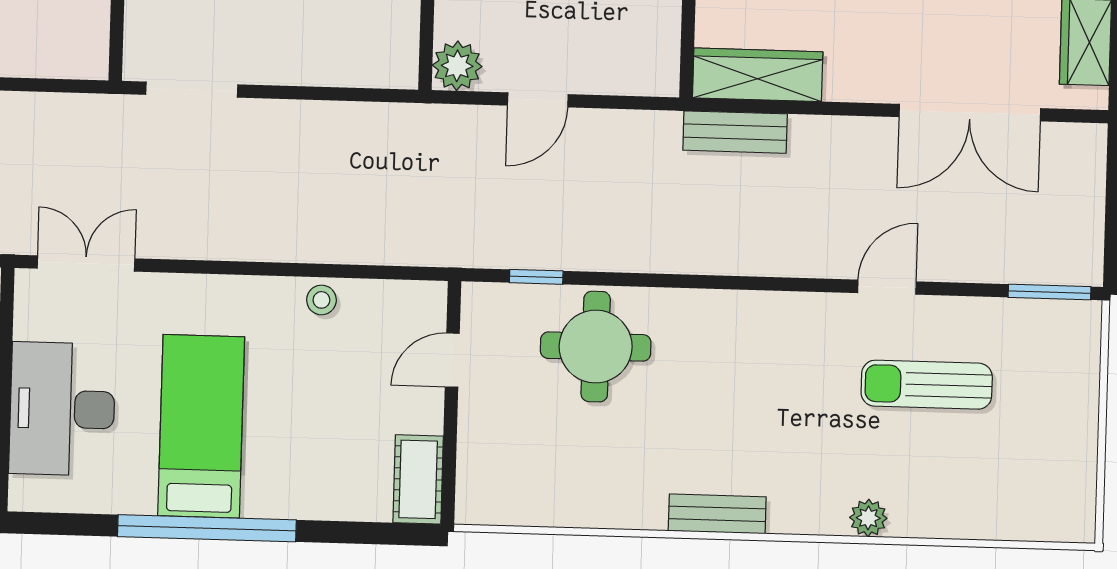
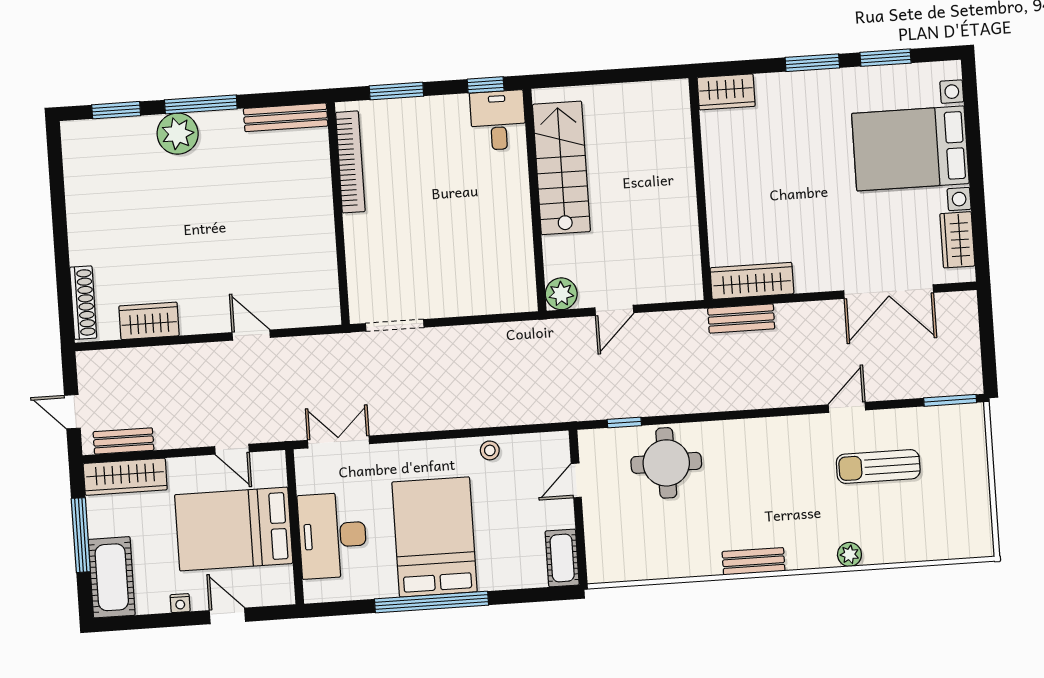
bed: (201, 426) -> (434, 537), width x1.50

